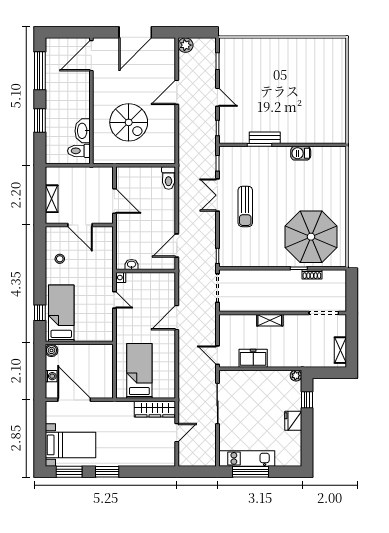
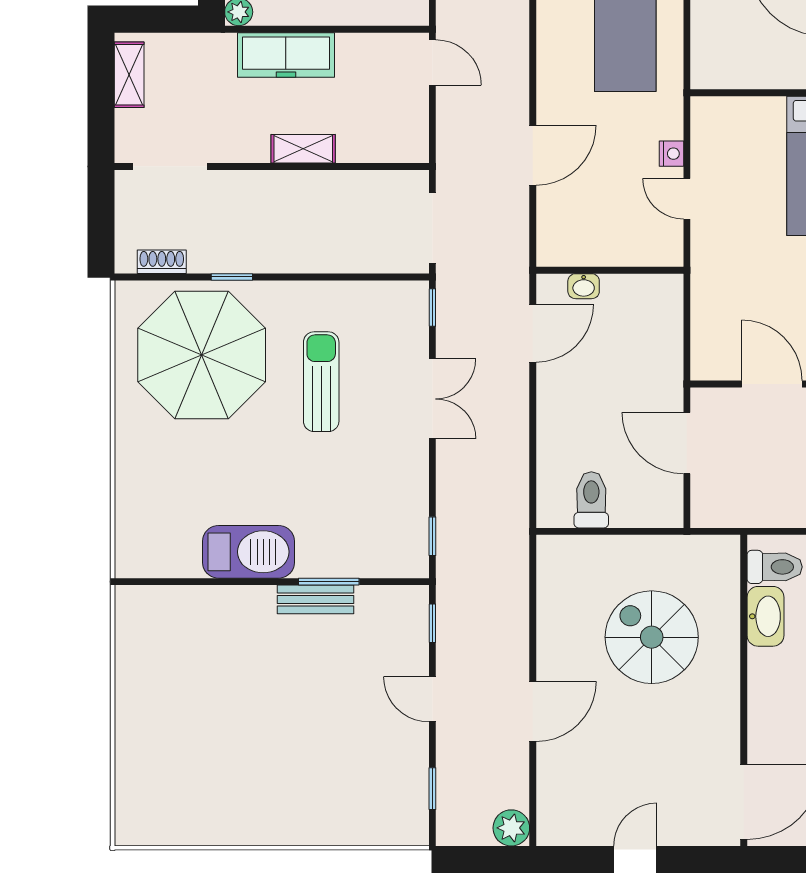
door: (135, 32) -> (635, 860), width x0.53
barbecue: (301, 153) -> (249, 552), width x1.88, depth x1.53
toilet: (169, 178) -> (591, 500), moved
double door: (217, 195) -> (432, 399), moved
sun lounger: (245, 207) -> (321, 382), moved
washbasin: (132, 265) -> (584, 286), moved
shoe rack: (312, 274) -> (162, 262), moved
nightstand: (121, 278) -> (671, 154), moved
freezer: (253, 358) -> (286, 55), moved, width x1.40

